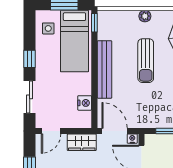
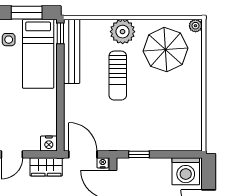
plant: (145, 16) -> (123, 32), width x1.88, depth x1.88
bench: (104, 69) -> (72, 51), moved
nightstand: (85, 103) -> (49, 143), moved, turned 90

